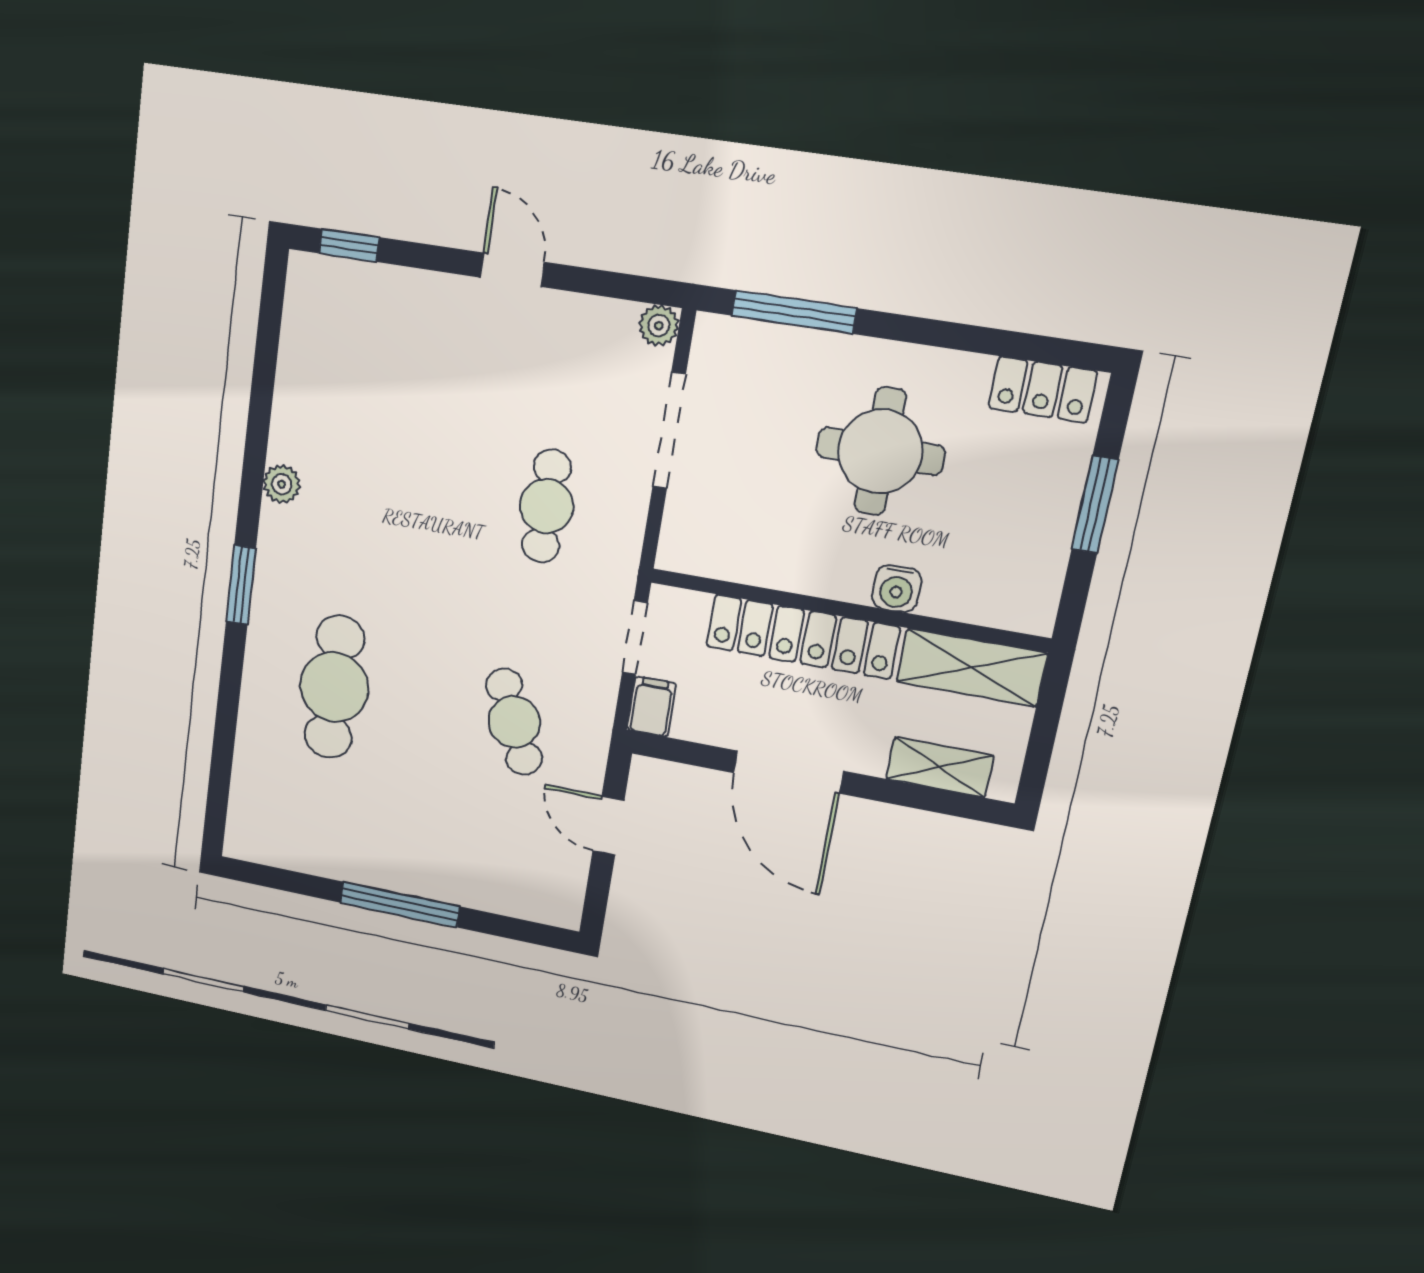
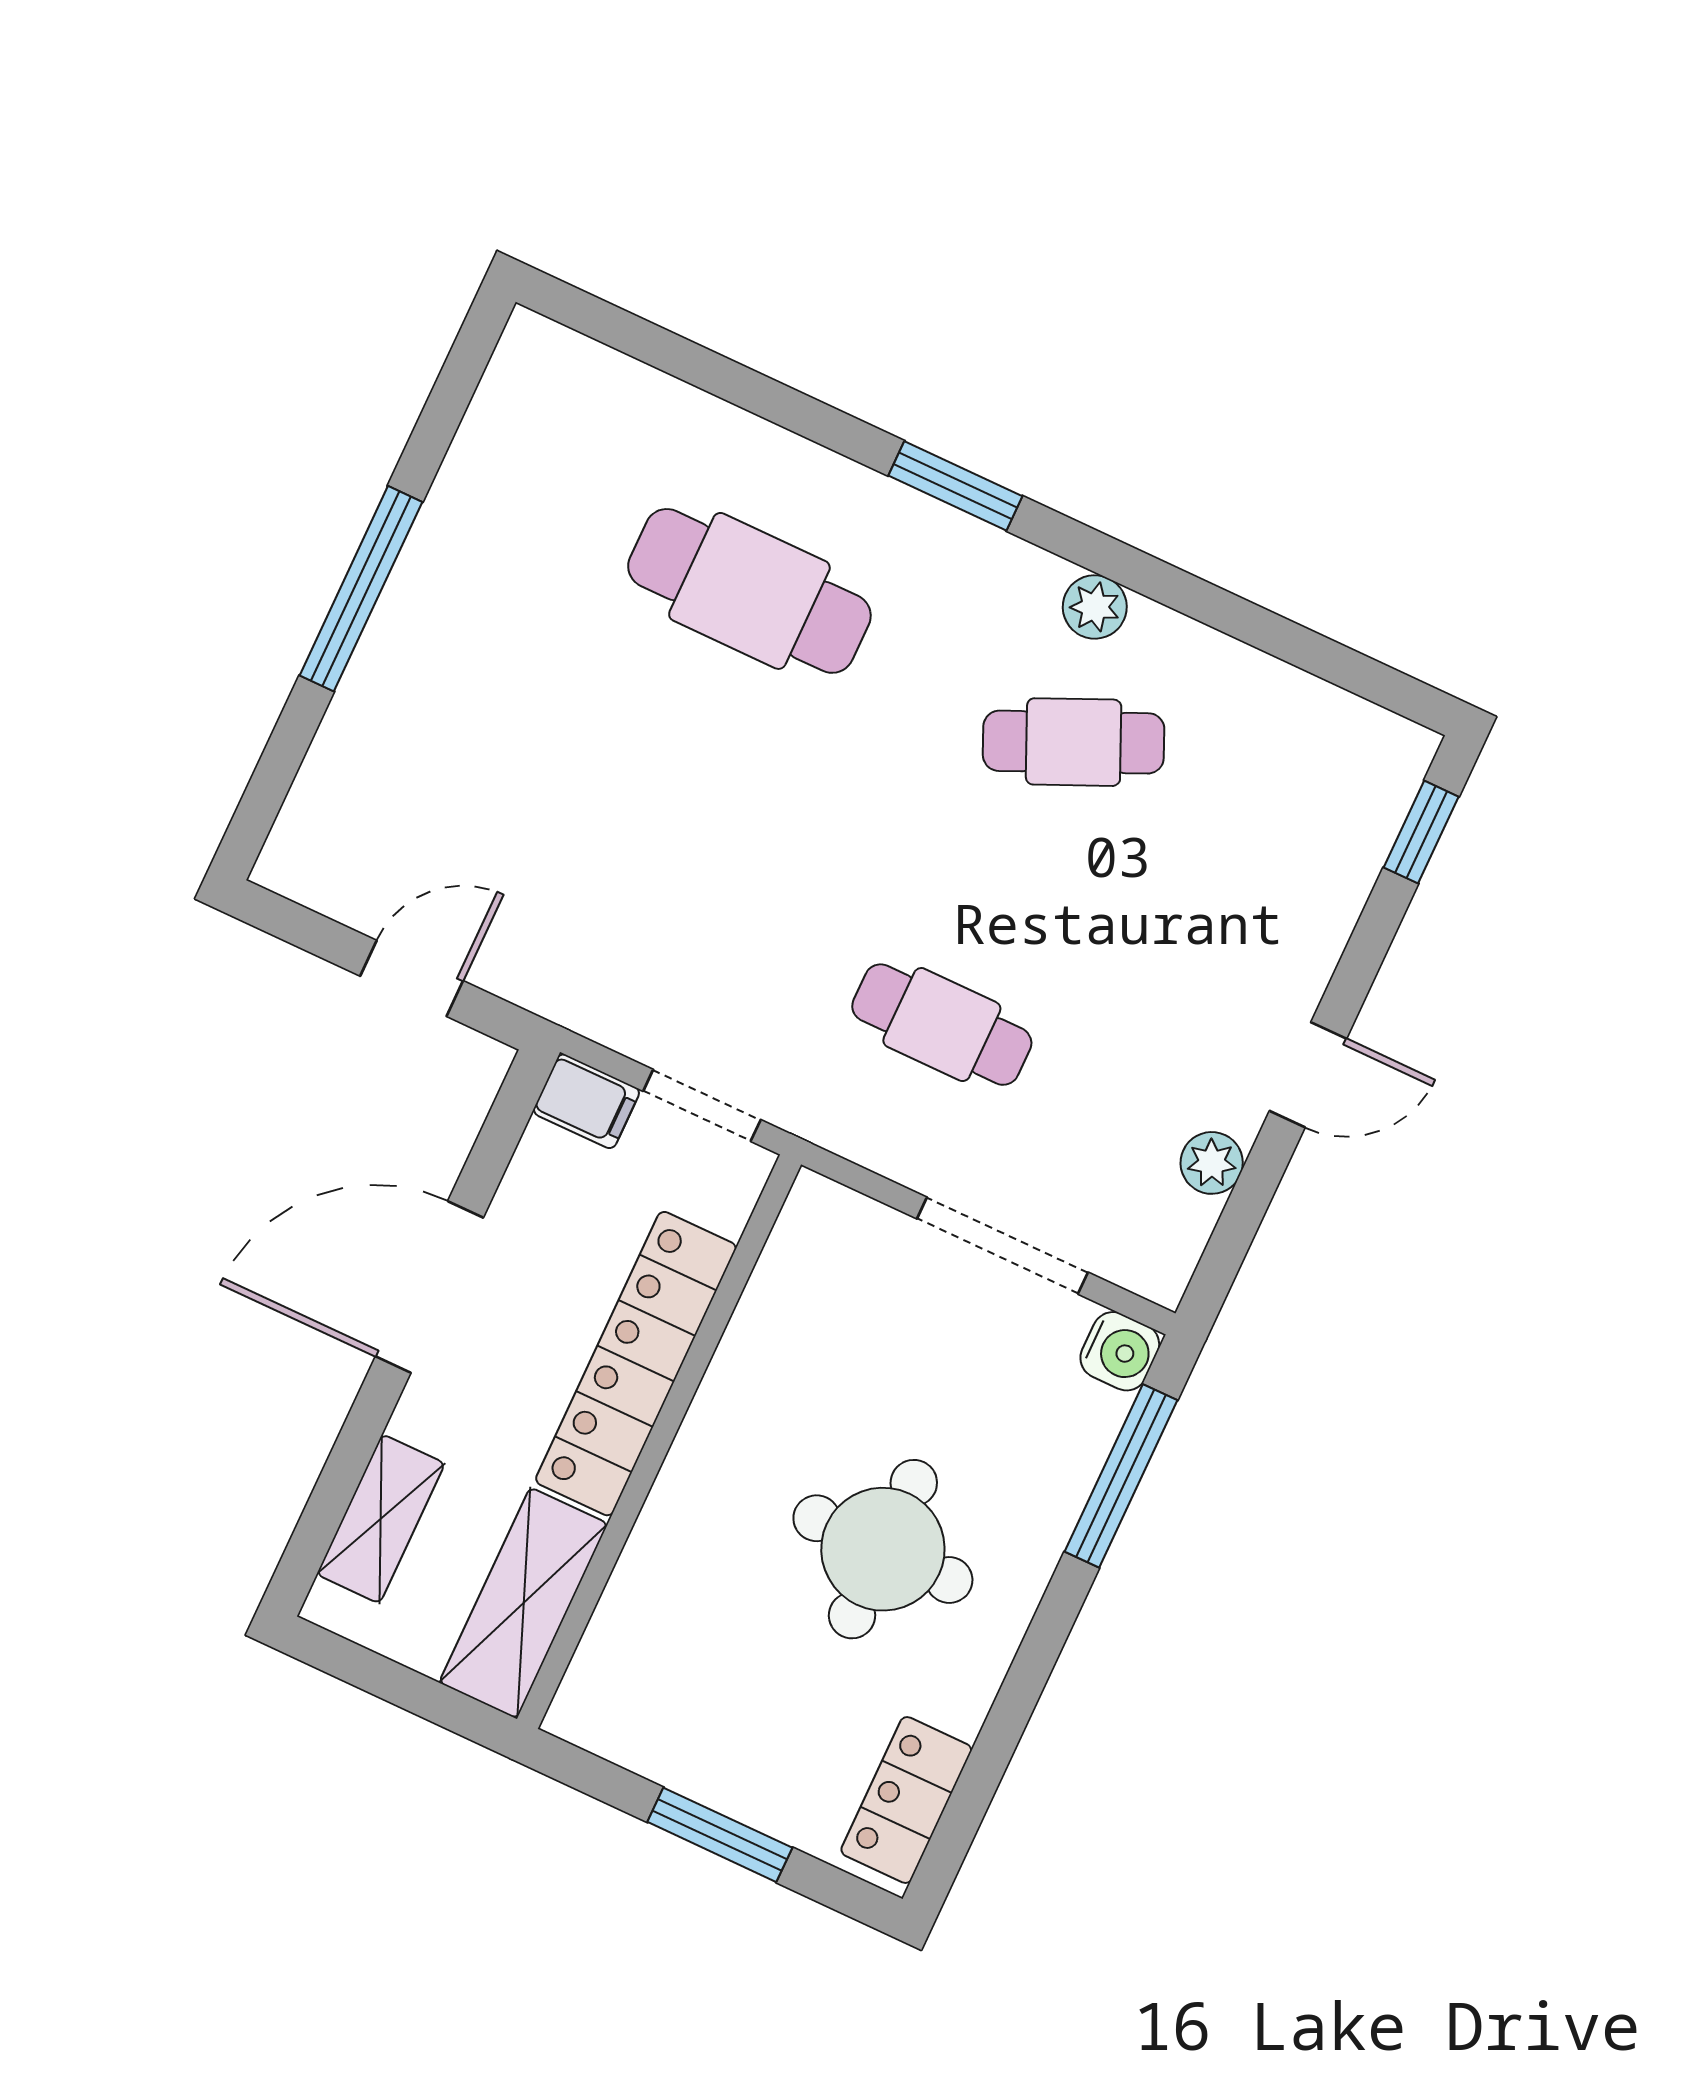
plant: (659, 326) -> (1212, 1163), moved
water cooler: (897, 588) -> (1120, 1351), moved, turned 180
cafe table: (514, 722) -> (1074, 742), moved

